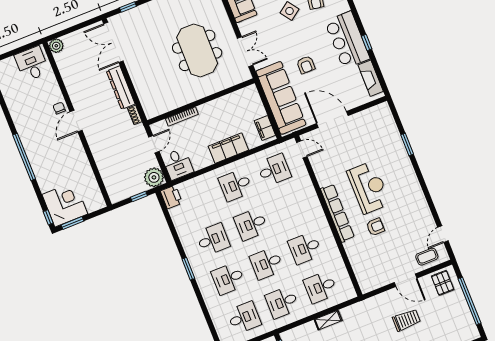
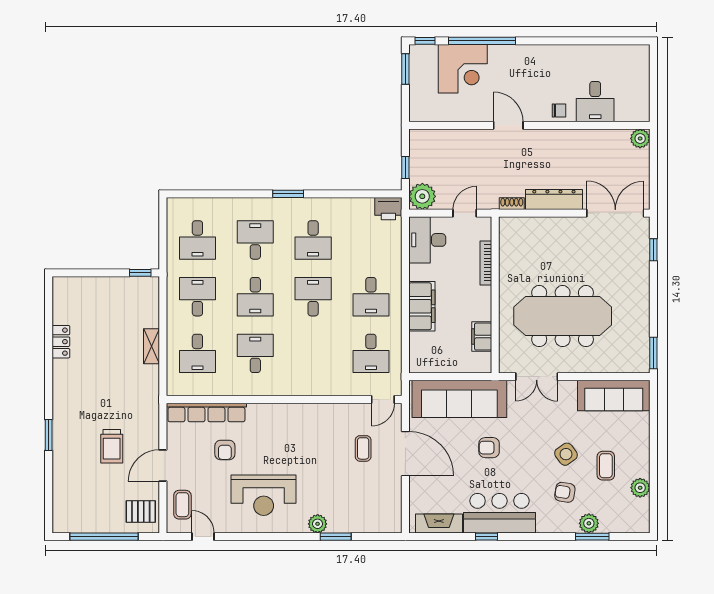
meeting table: (197, 50) -> (563, 316), width x1.36
desk: (32, 64) -> (595, 102), moved, turned 90
door: (332, 120) -> (405, 454), hinge flipped
door: (76, 121) -> (508, 125), moved
filing cabinet: (265, 128) -> (482, 337), moved, turned -90
door: (154, 144) -> (465, 213), swing flipped
coffee table: (340, 150) -> (363, 448), added
window: (24, 157) -> (482, 41), moved
plant: (403, 160) -> (318, 524), added
desk: (178, 164) -> (427, 240), width x1.37
desk: (236, 185) -> (371, 297), turned 180
reception desk: (369, 188) -> (264, 495), moved
corner desk: (65, 204) -> (463, 69), moved
row of seats: (337, 213) -> (206, 413), moved
armchair: (375, 227) -> (225, 450), moved
desk: (267, 263) -> (255, 297), turned 180
desk: (321, 287) -> (197, 353), turned 180

